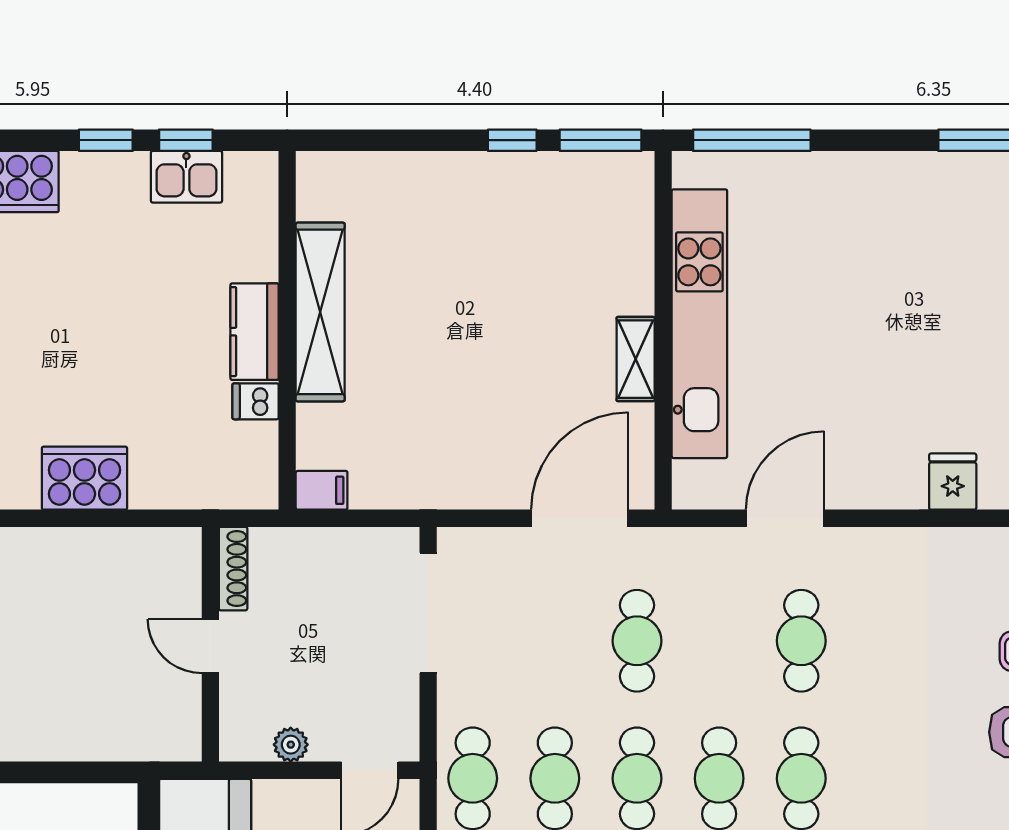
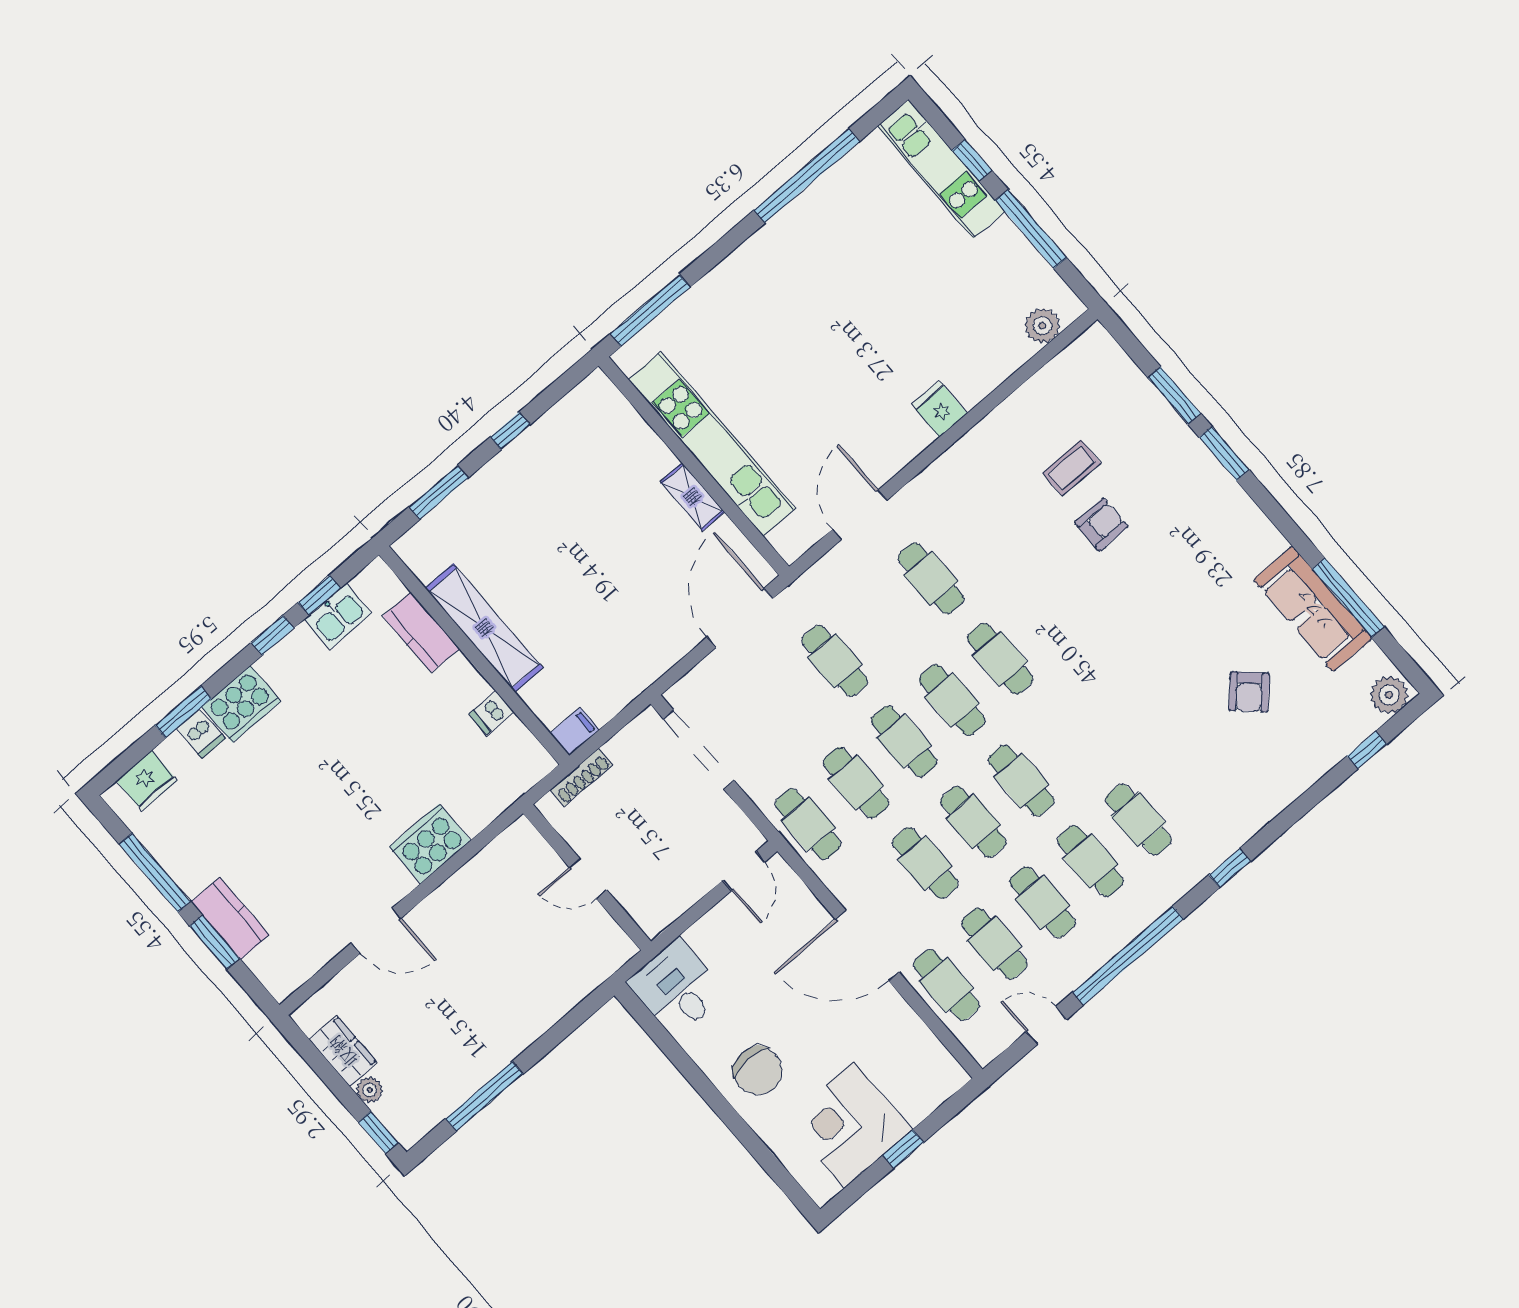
window: (601, 140) -> (439, 492), moved
kitchen counter: (255, 332) -> (421, 632), moved
shoe rack: (233, 569) -> (581, 777), moved, turned 90
plant: (291, 745) -> (685, 896), removed

